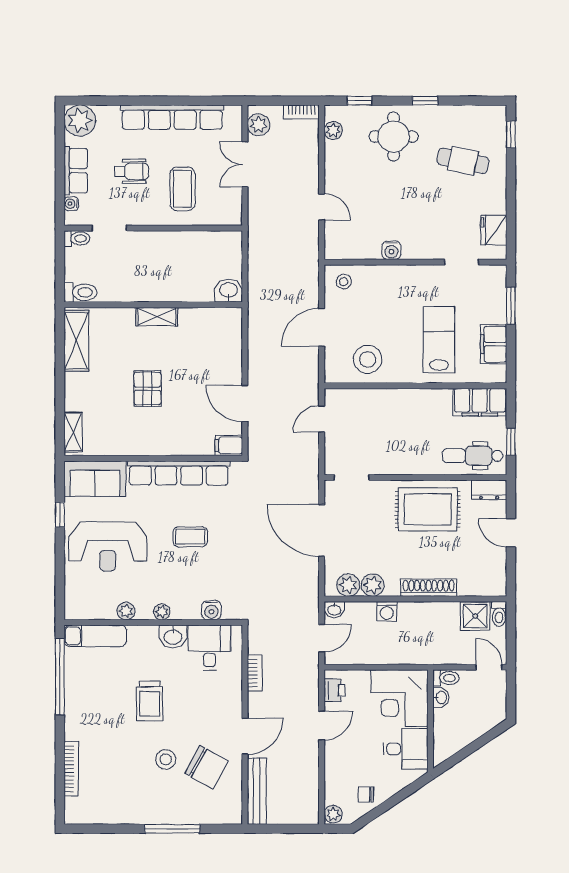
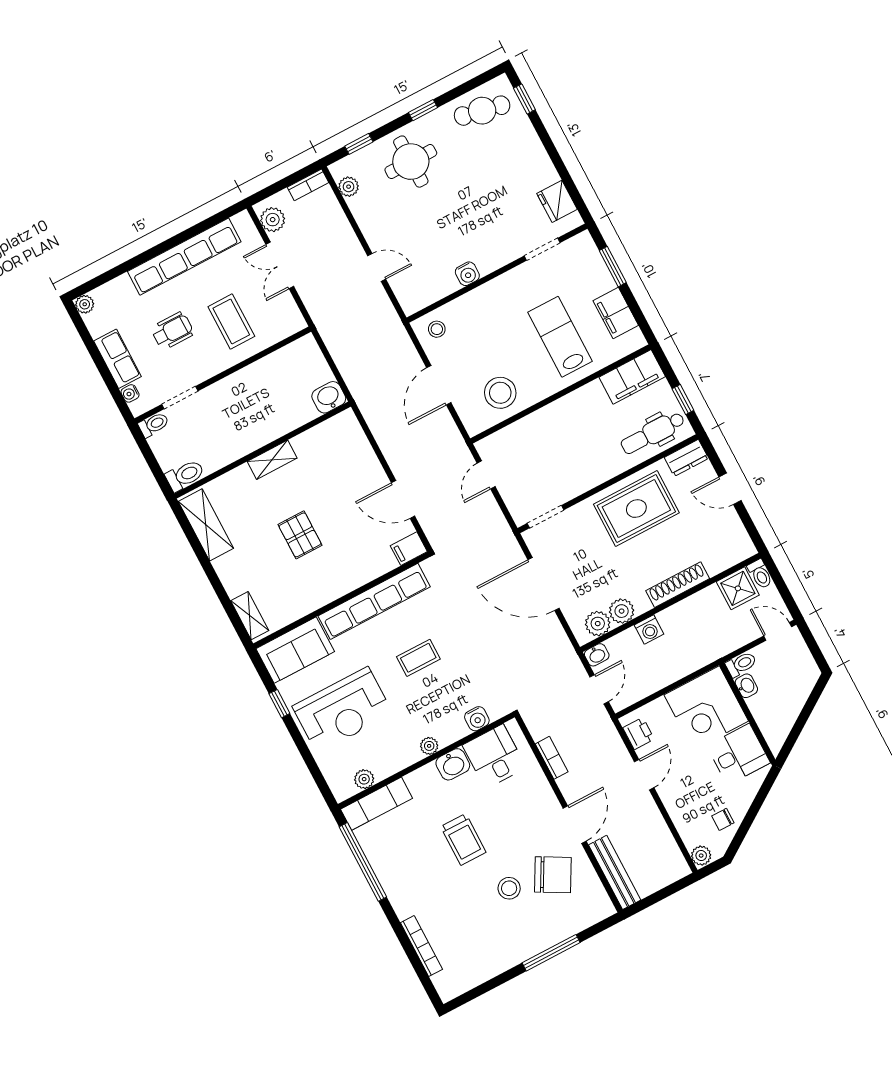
plant: (80, 120) -> (85, 304), width x0.53, depth x0.53
cafe table: (463, 161) -> (482, 111), moved
plant: (126, 611) -> (364, 779), moved

